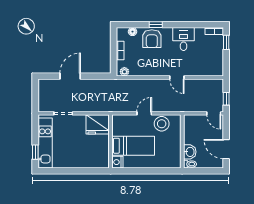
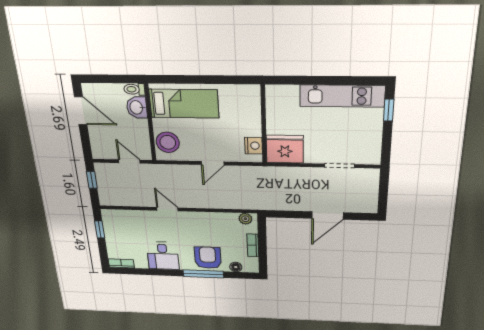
window: (156, 25) -> (203, 274), width x2.17
window: (226, 42) -> (100, 229), moved
door: (214, 113) -> (129, 161), moved
stool: (162, 124) -> (168, 142), moved
kitchen unit: (45, 143) -> (342, 96), moved, turned -90
bed: (133, 146) -> (184, 104), moved, turned 180
nightstand: (117, 162) -> (254, 146), moved

